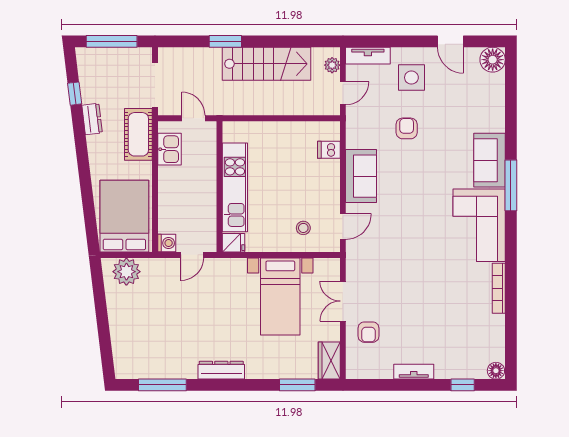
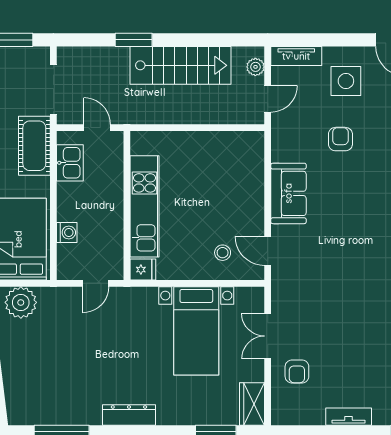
dishwasher: (329, 150) -> (252, 163), removed
door: (343, 226) -> (268, 251), swing flipped
washing machine: (167, 243) -> (67, 233), moved

